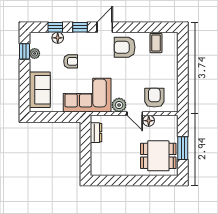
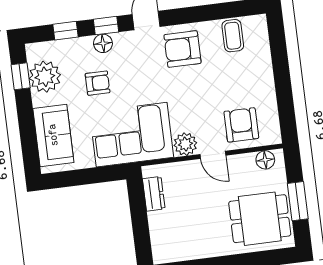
floor lamp: (58, 38) -> (103, 43), moved
plant: (35, 53) -> (45, 77), width x1.88, depth x1.88
floor lamp: (149, 121) -> (265, 160), moved

